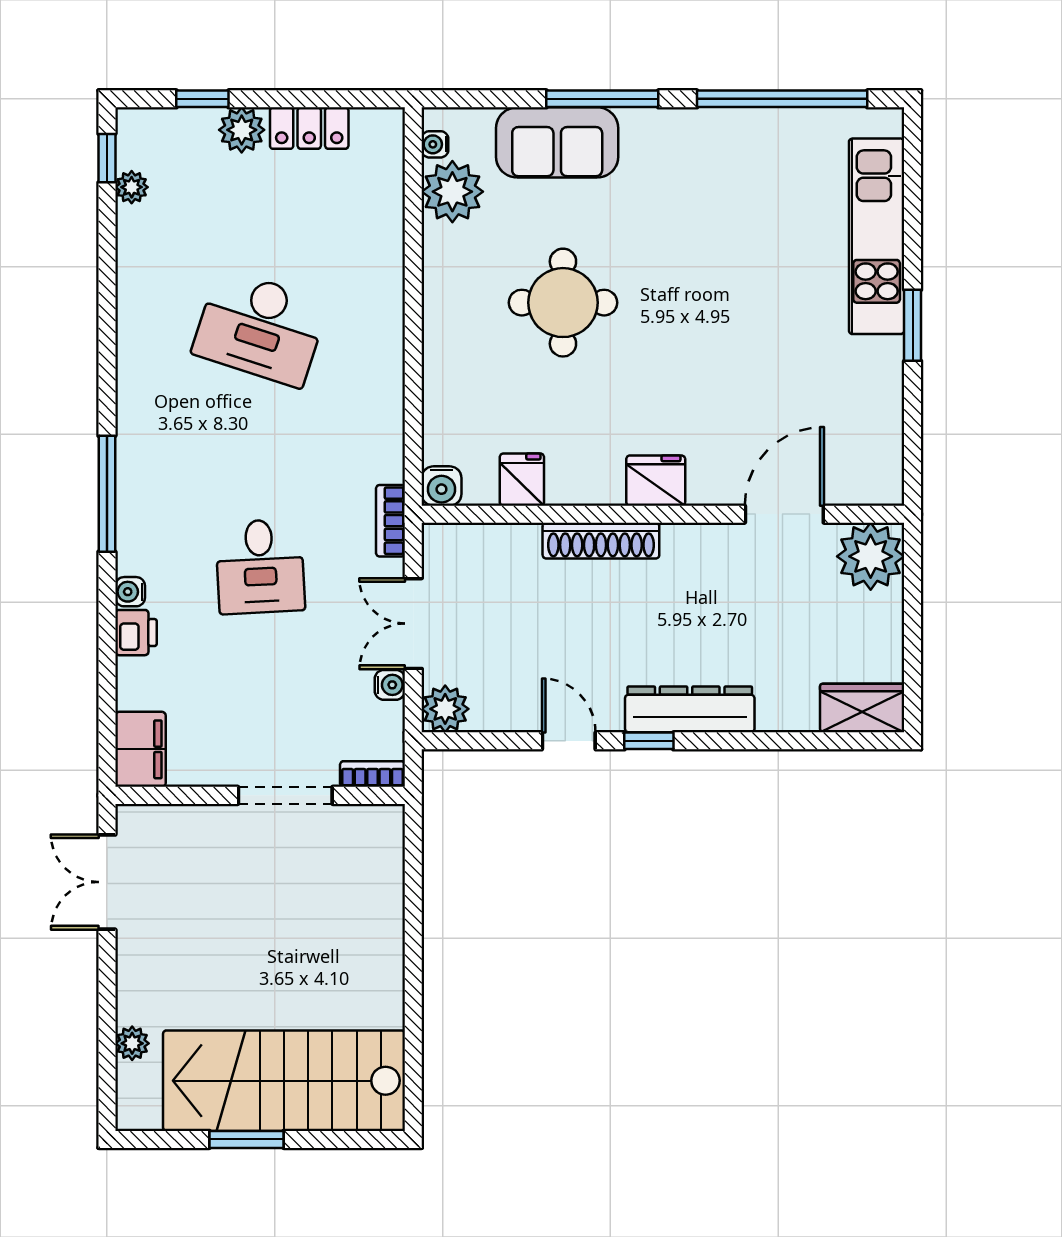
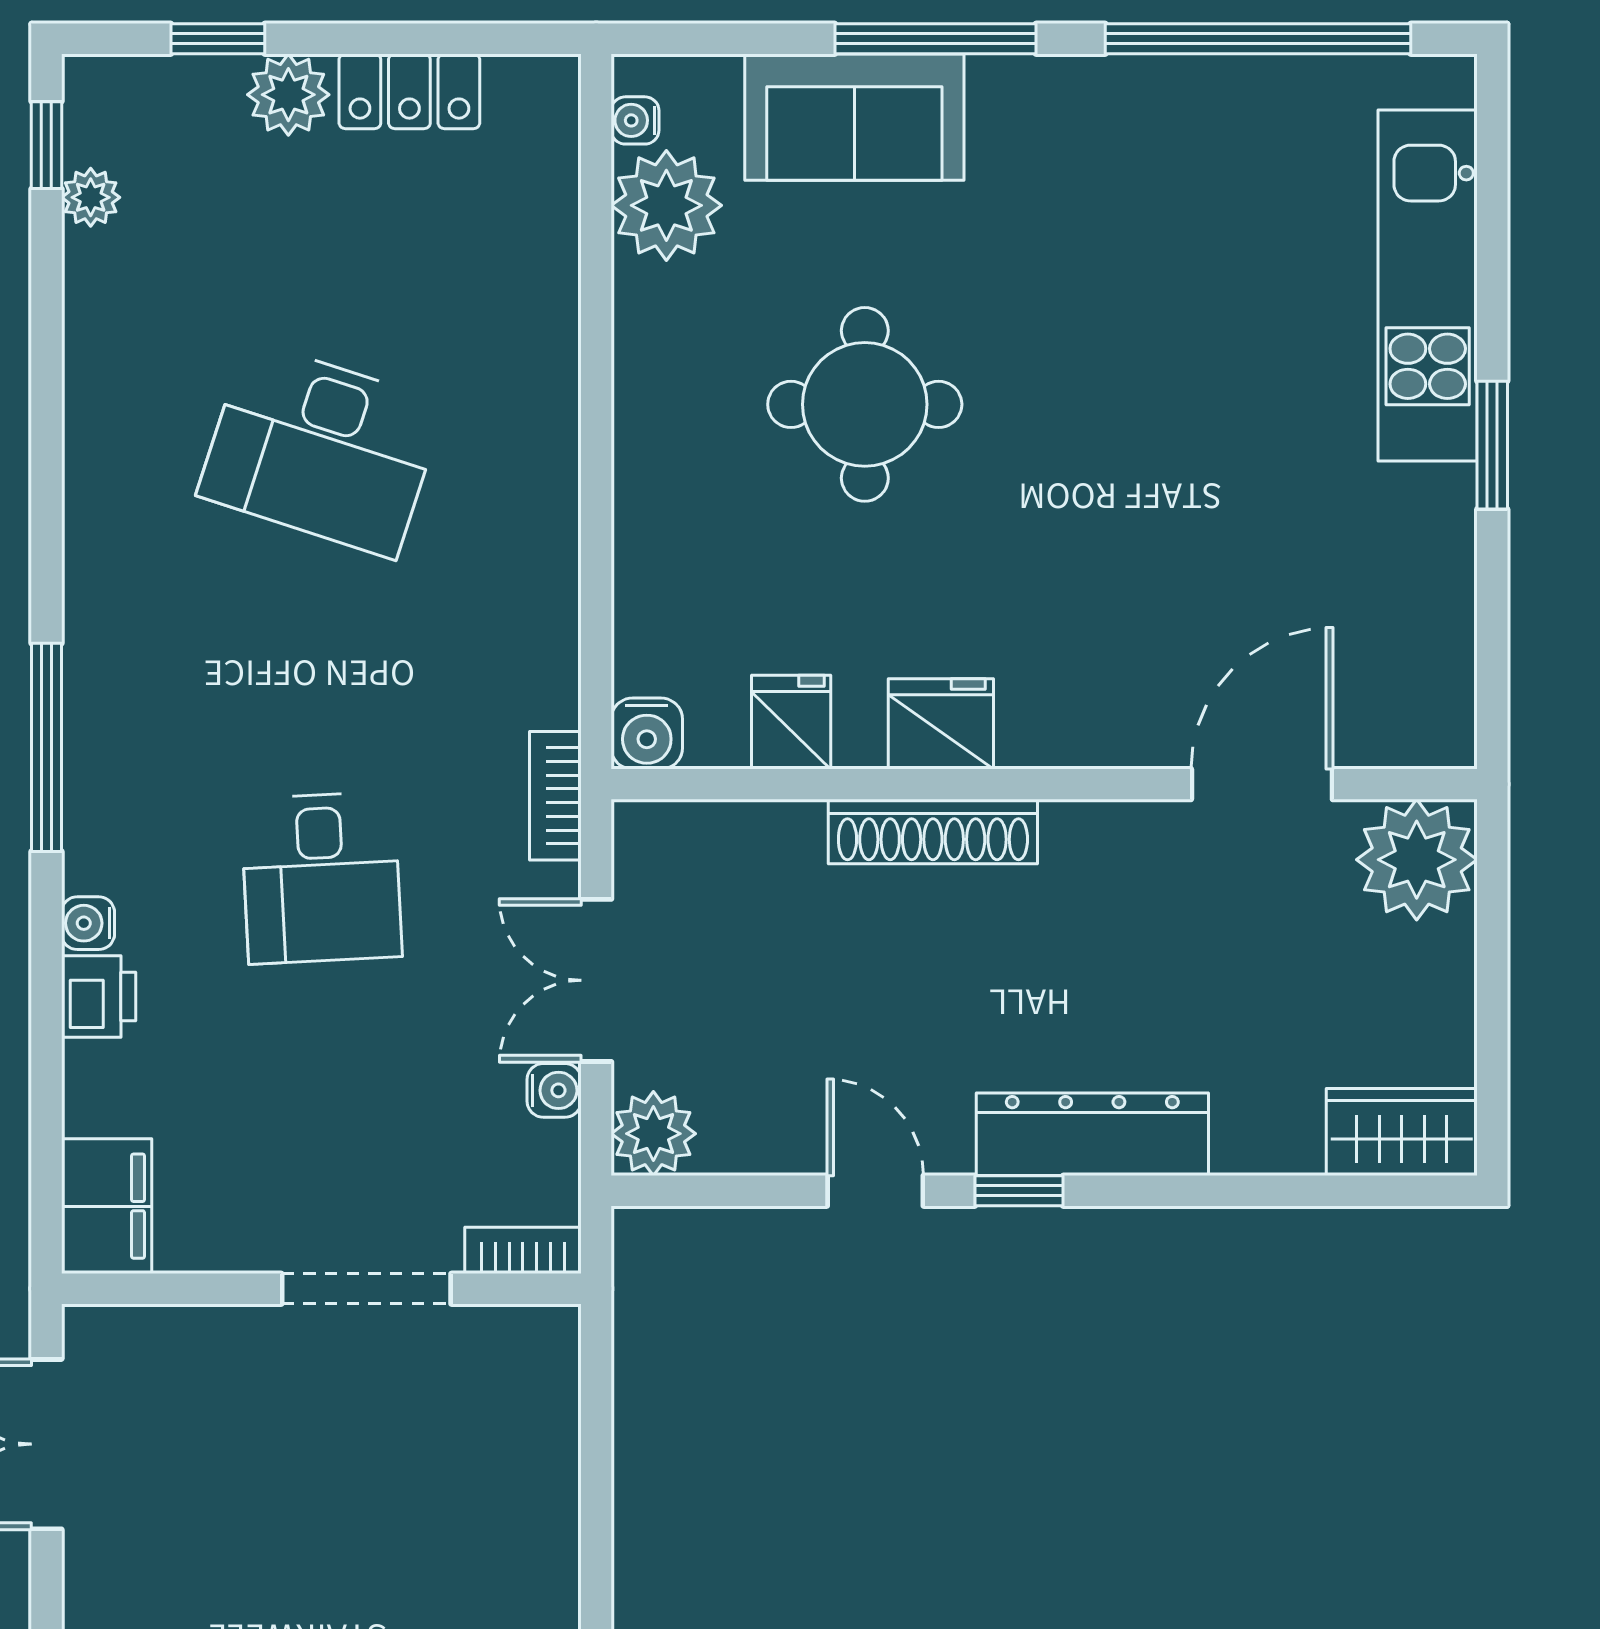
fridge: (656, 481) -> (941, 724), moved

